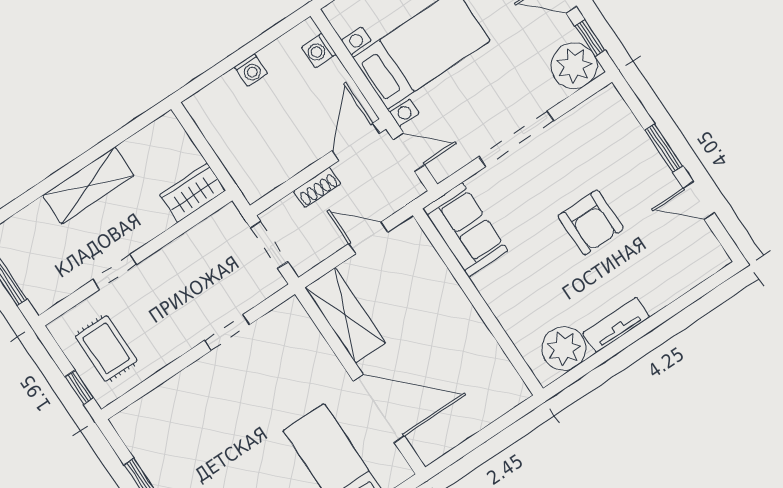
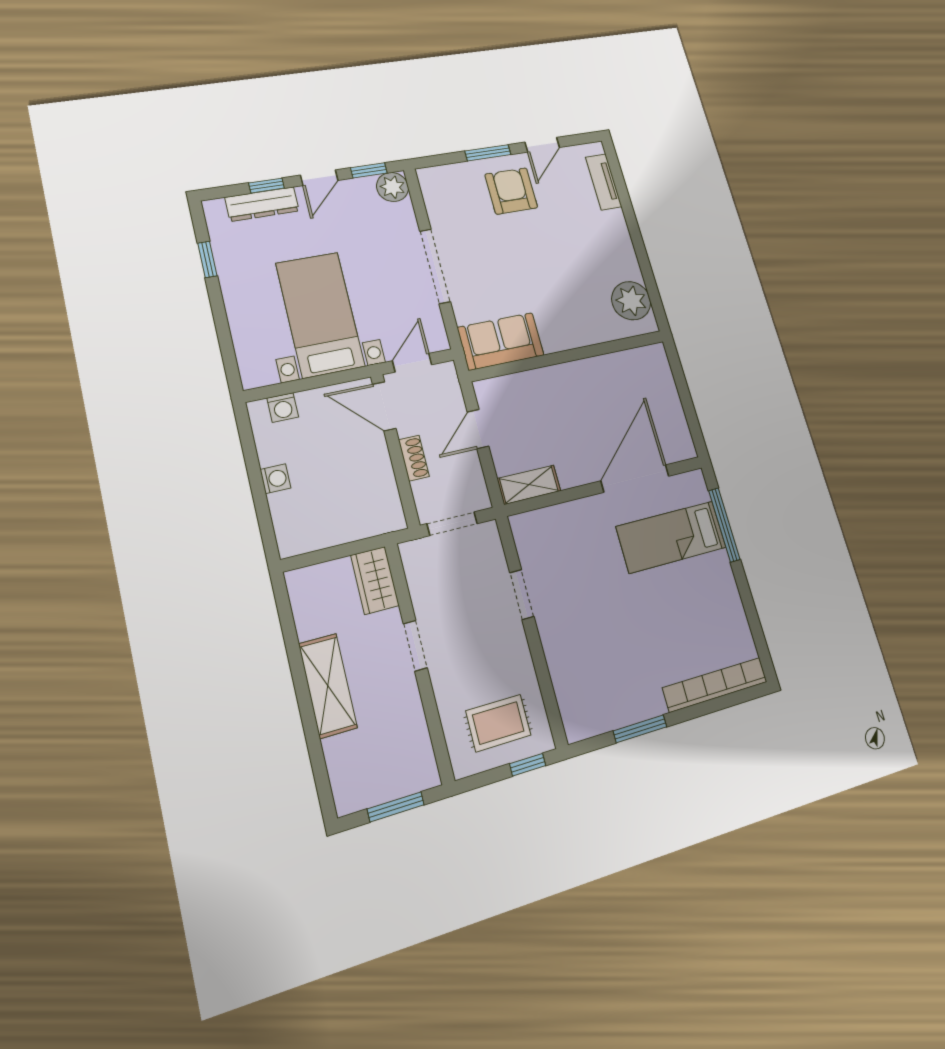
plant: (574, 66) -> (393, 187), width x0.73, depth x0.73
armchair: (591, 223) -> (511, 191), moved, turned -90
doorway: (115, 272) -> (415, 646), moved
shelving: (345, 315) -> (529, 485), width x0.67, depth x0.75
tv unit: (616, 325) -> (604, 182), moved

